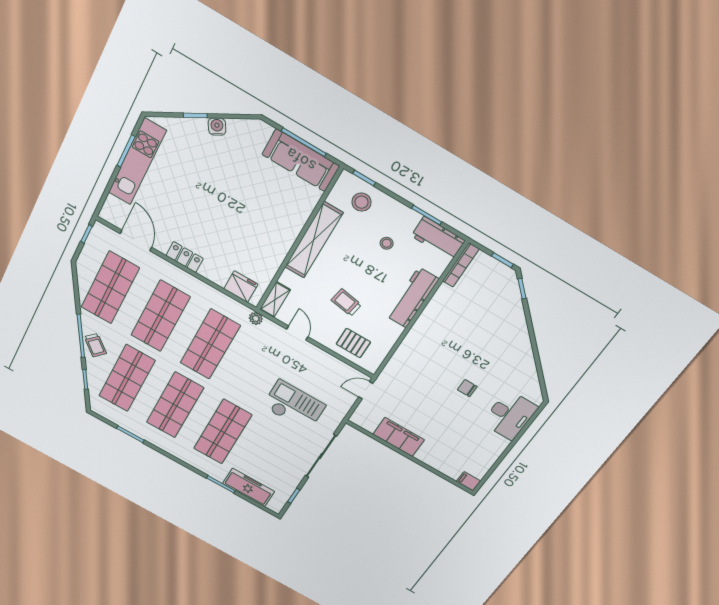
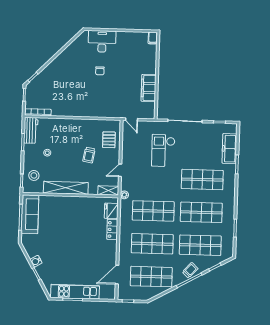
locker: (185, 257) -> (112, 229), moved
workbench: (412, 298) -> (68, 125), removed

